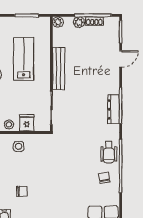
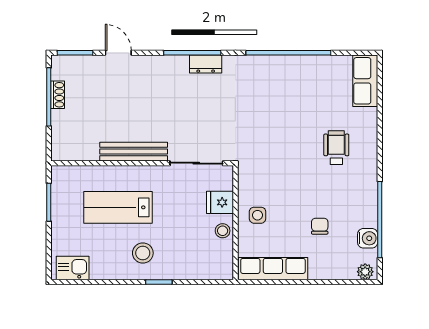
plant: (58, 22) -> (59, 153), removed
plant: (79, 22) -> (60, 119), removed
dresser: (114, 109) -> (206, 64), width x0.70
wheelchair: (109, 152) -> (336, 148), moved, turned -90
chair: (104, 178) -> (307, 79), removed
chair: (22, 191) -> (320, 226), moved

